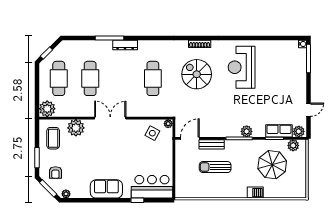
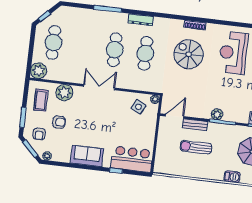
dresser: (125, 45) -> (141, 20), moved
cafe table: (90, 78) -> (115, 50), moved
plant: (247, 131) -> (217, 114), moved
armchair: (74, 158) -> (59, 122), added

